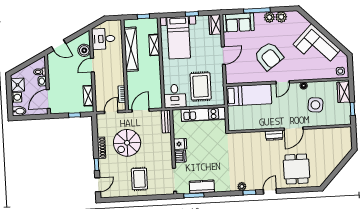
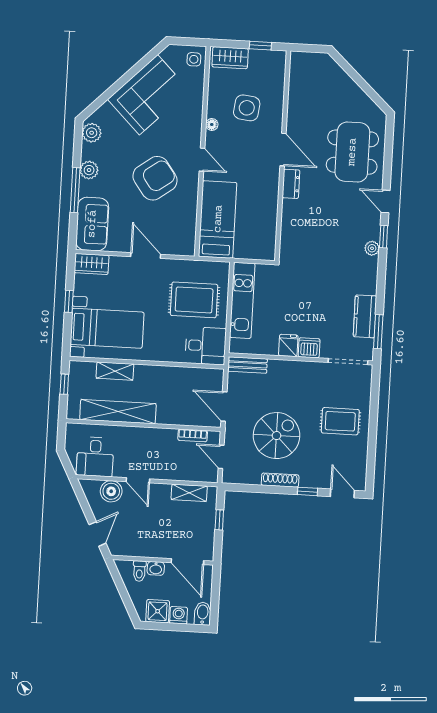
plant: (281, 17) -> (92, 133), moved
spiral stairs: (127, 143) -> (277, 436), turned -90
dining table: (296, 169) -> (352, 152), width x1.38

